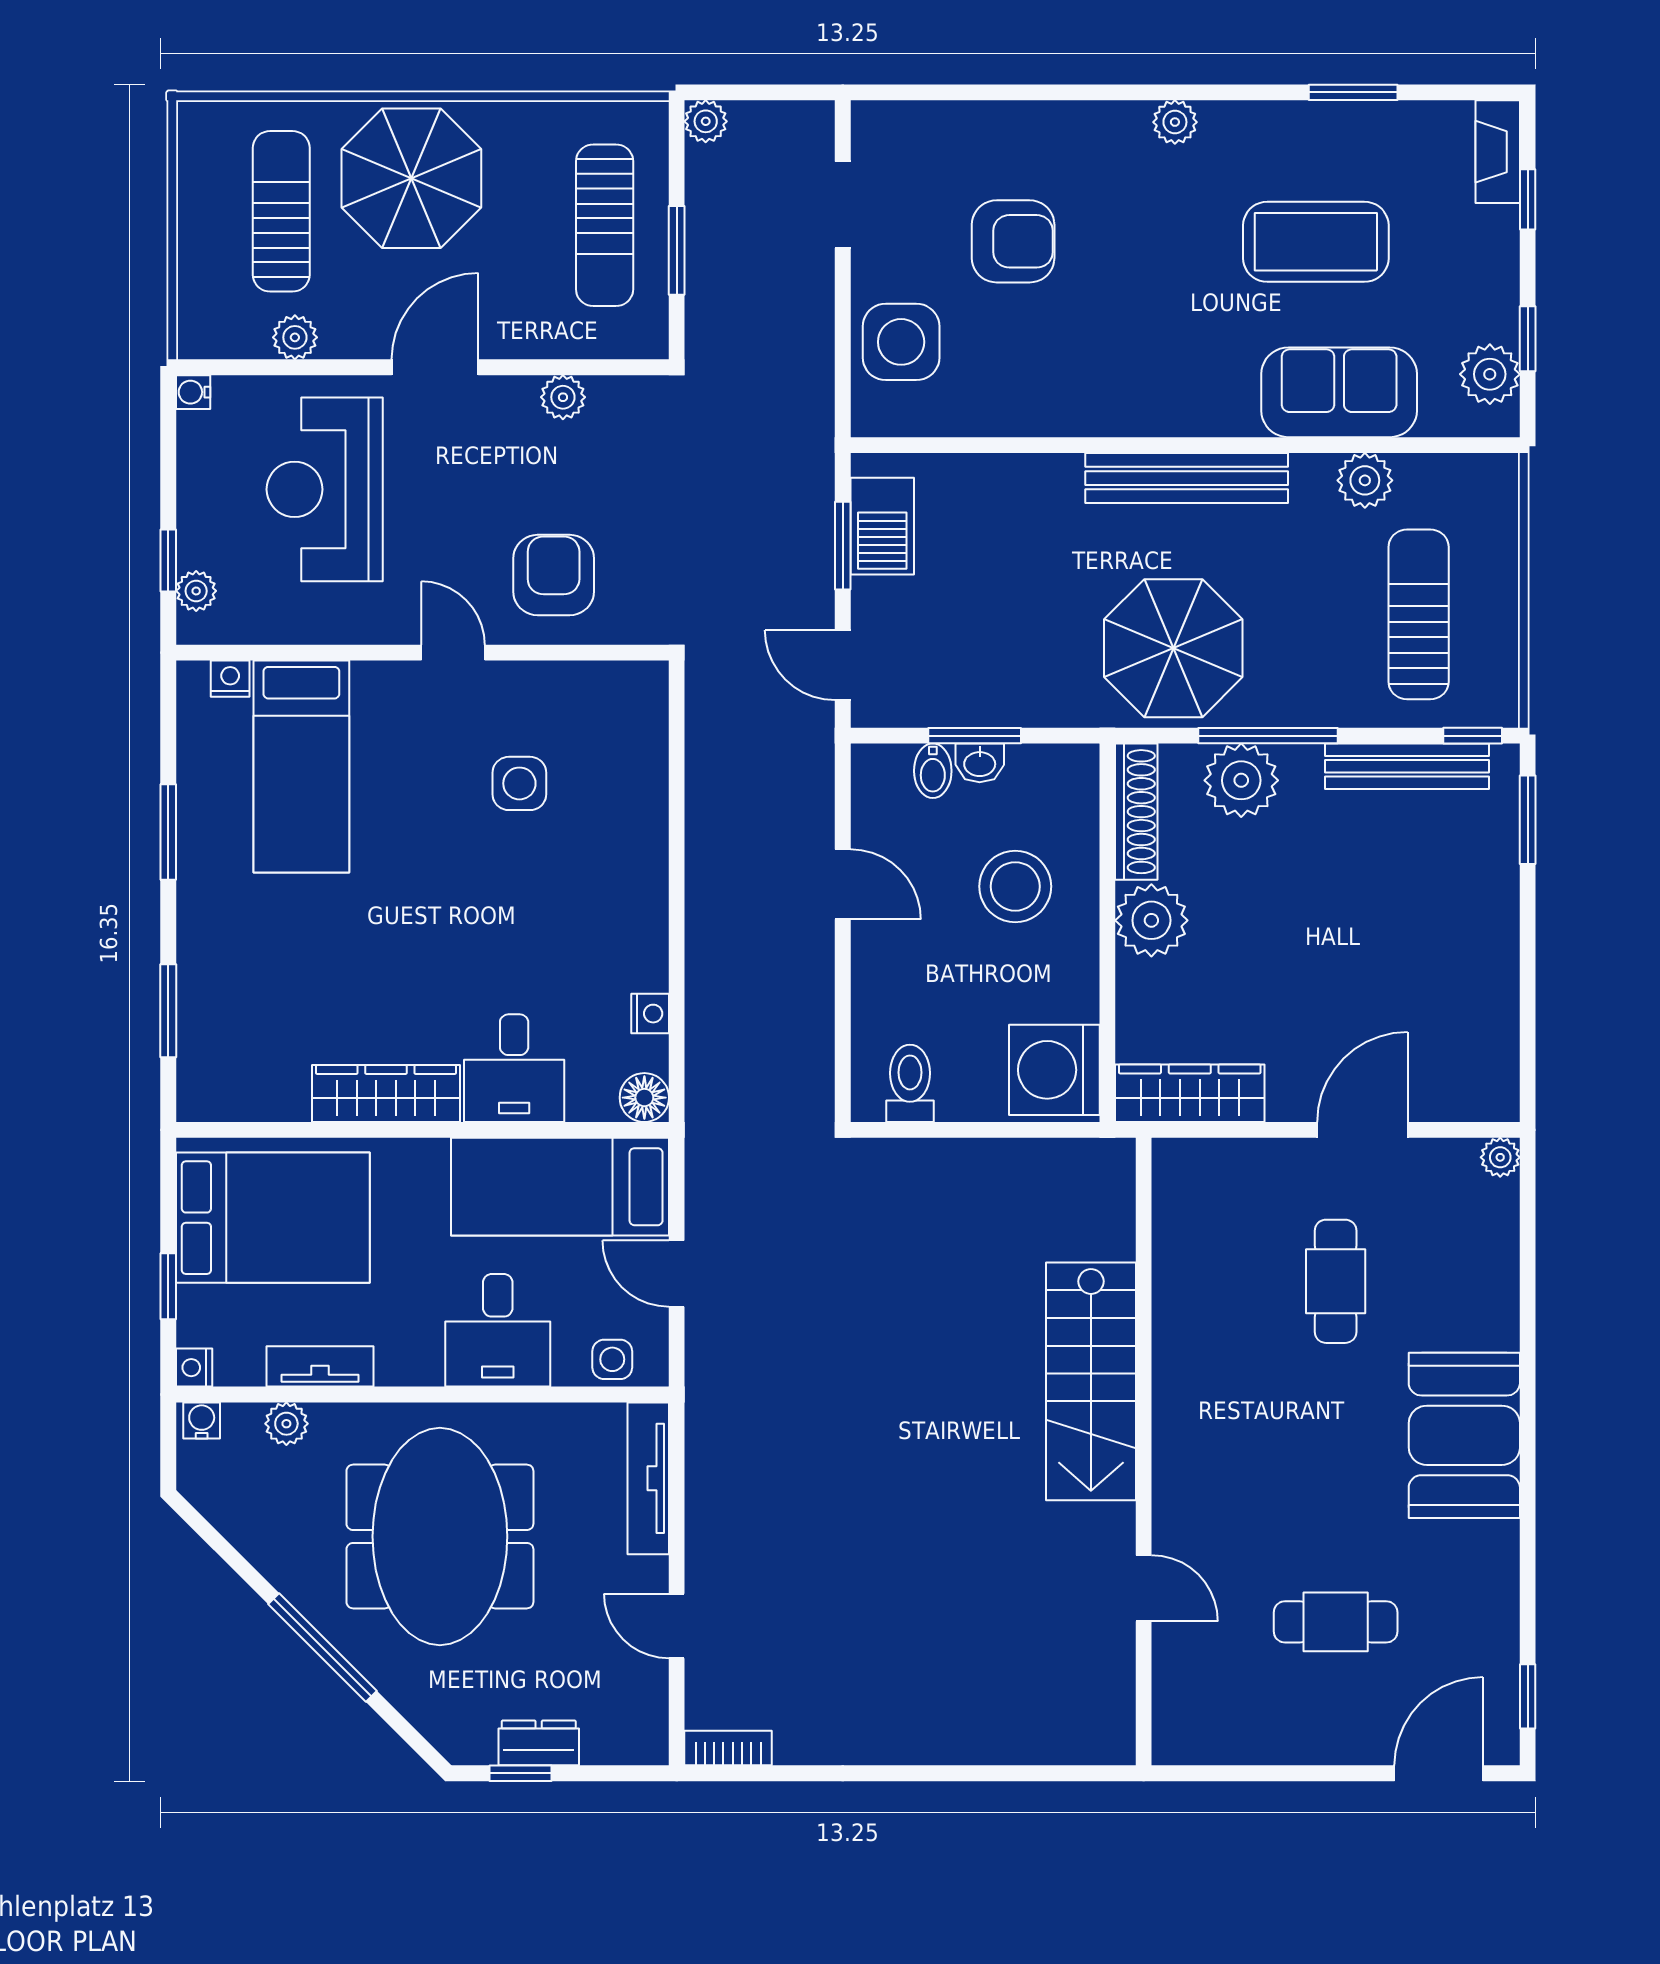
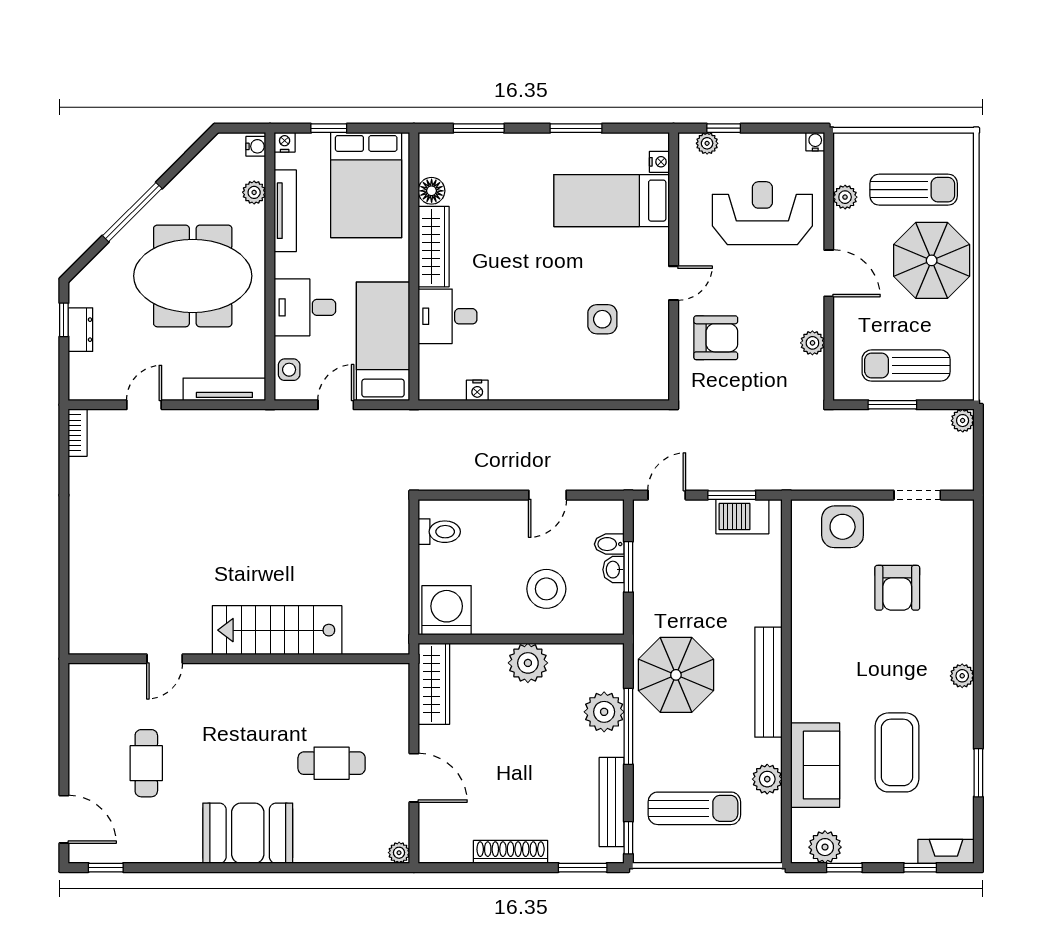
shoe rack: (1136, 812) -> (511, 852), moved, turned 180
floor lamp: (644, 1098) -> (432, 191), moved
tv unit: (320, 1366) -> (285, 211), width x1.41

